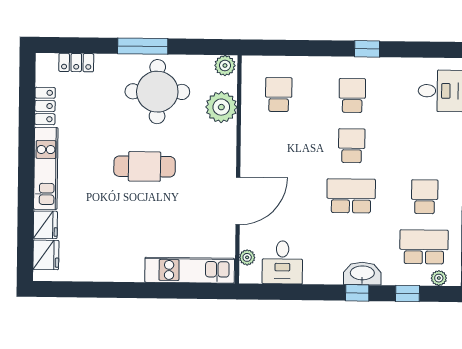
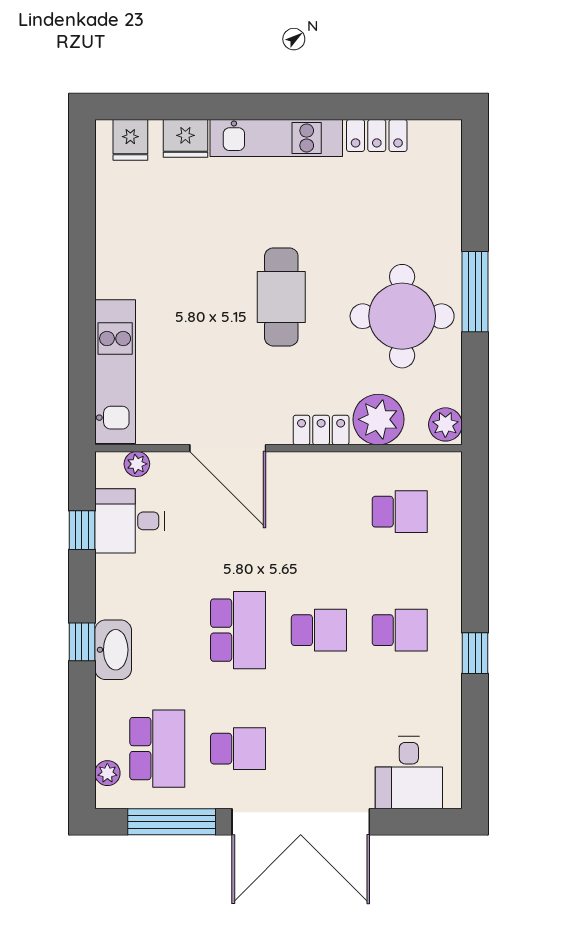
locker: (76, 63) -> (321, 430), moved, turned 90
fridge: (46, 255) -> (130, 140), width x0.72
window: (407, 293) -> (82, 530), moved

